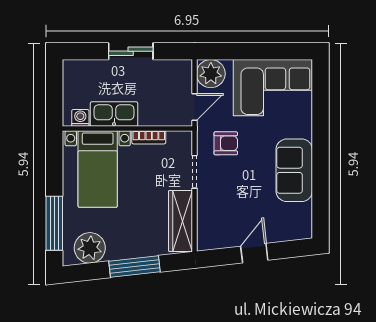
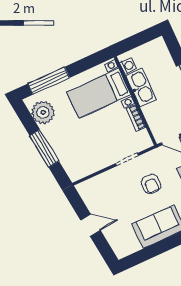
armchair: (226, 143) -> (151, 184), moved
wardrobe: (181, 221) -> (89, 165), removed

